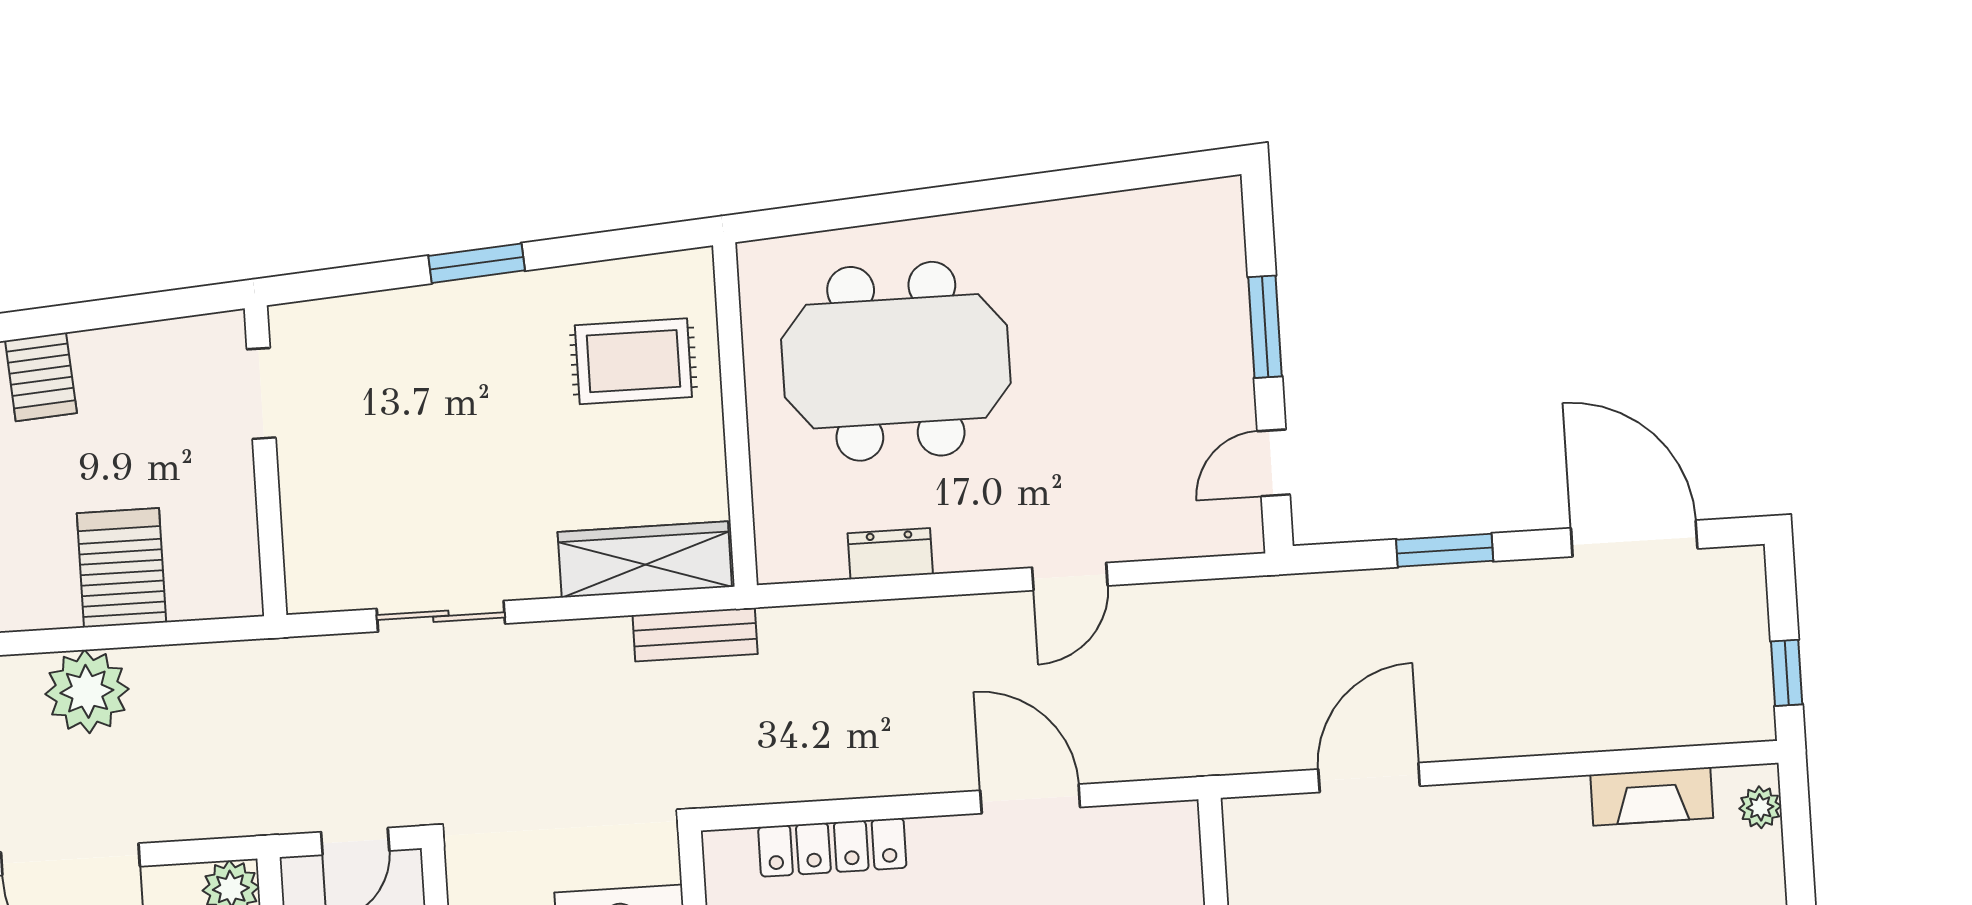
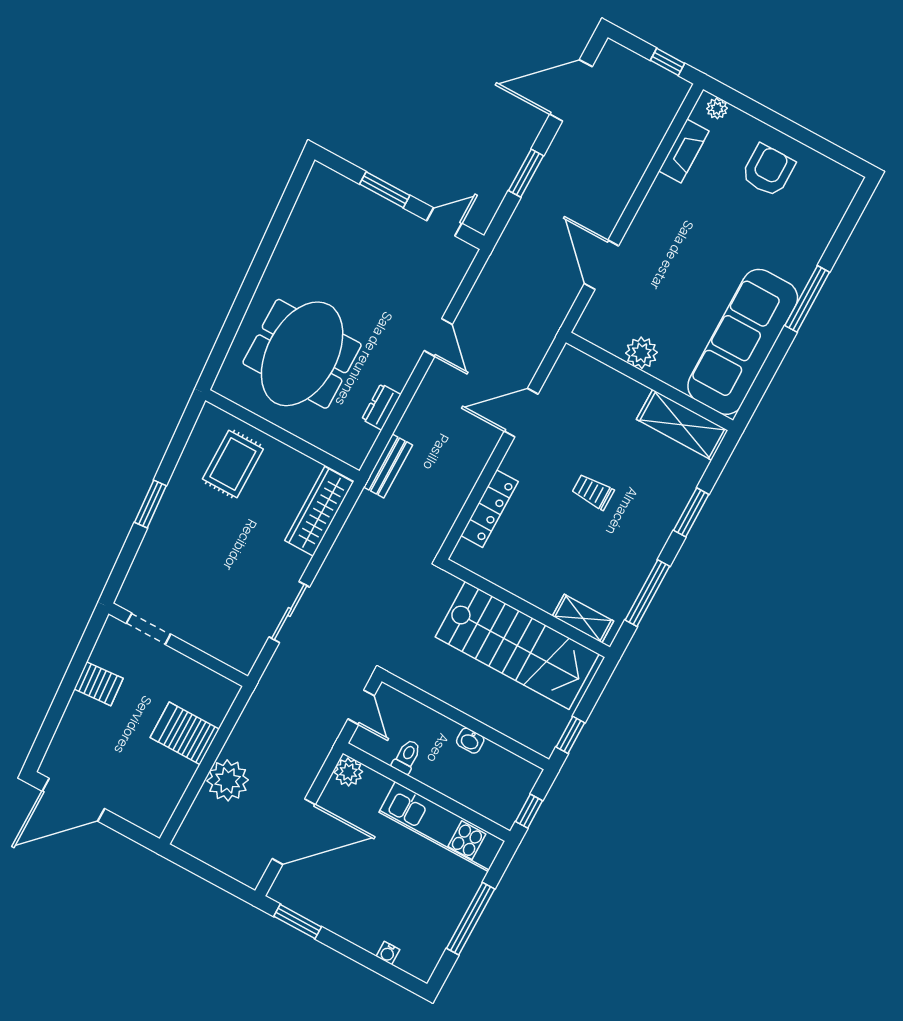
server rack: (41, 377) -> (98, 684), moved
door: (1274, 463) -> (444, 222), swing flipped
bench: (695, 635) -> (388, 466), moved

